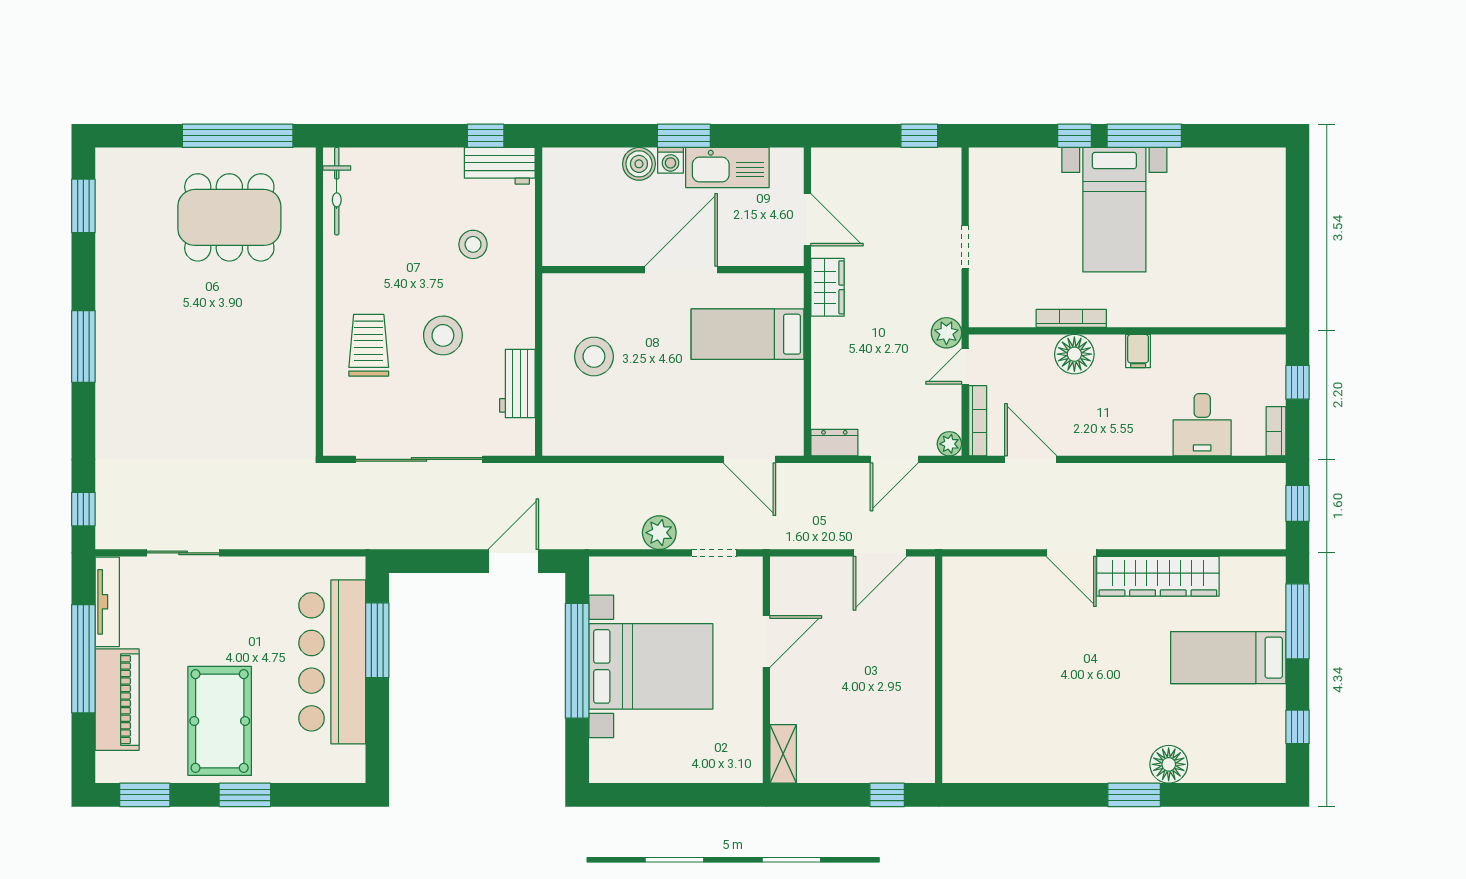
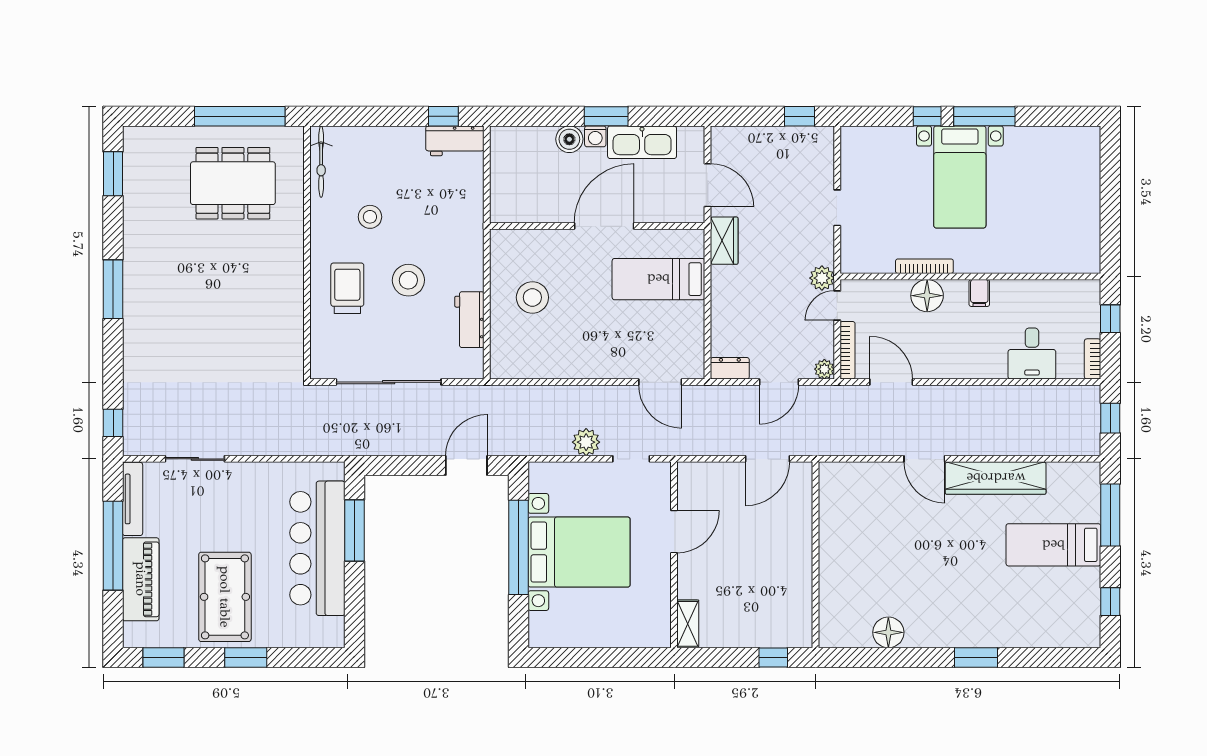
stool: (473, 244) -> (370, 217), moved
floor lamp: (1169, 764) -> (888, 632), moved

